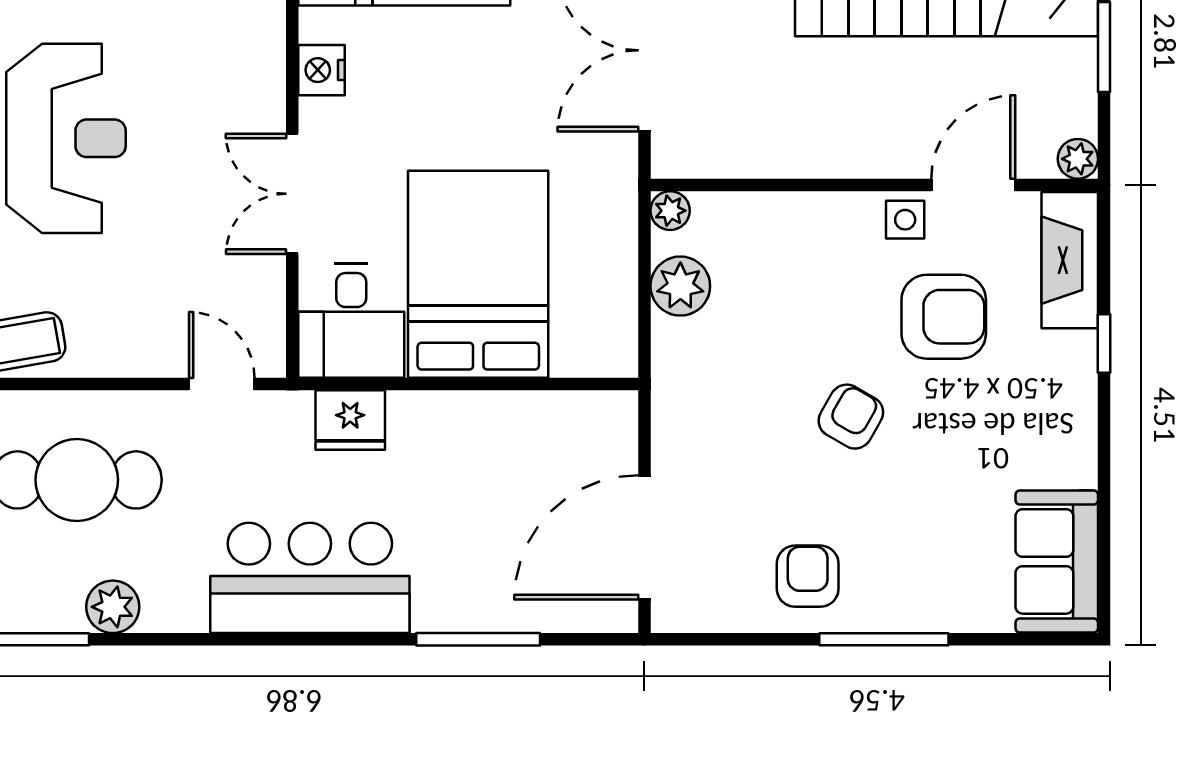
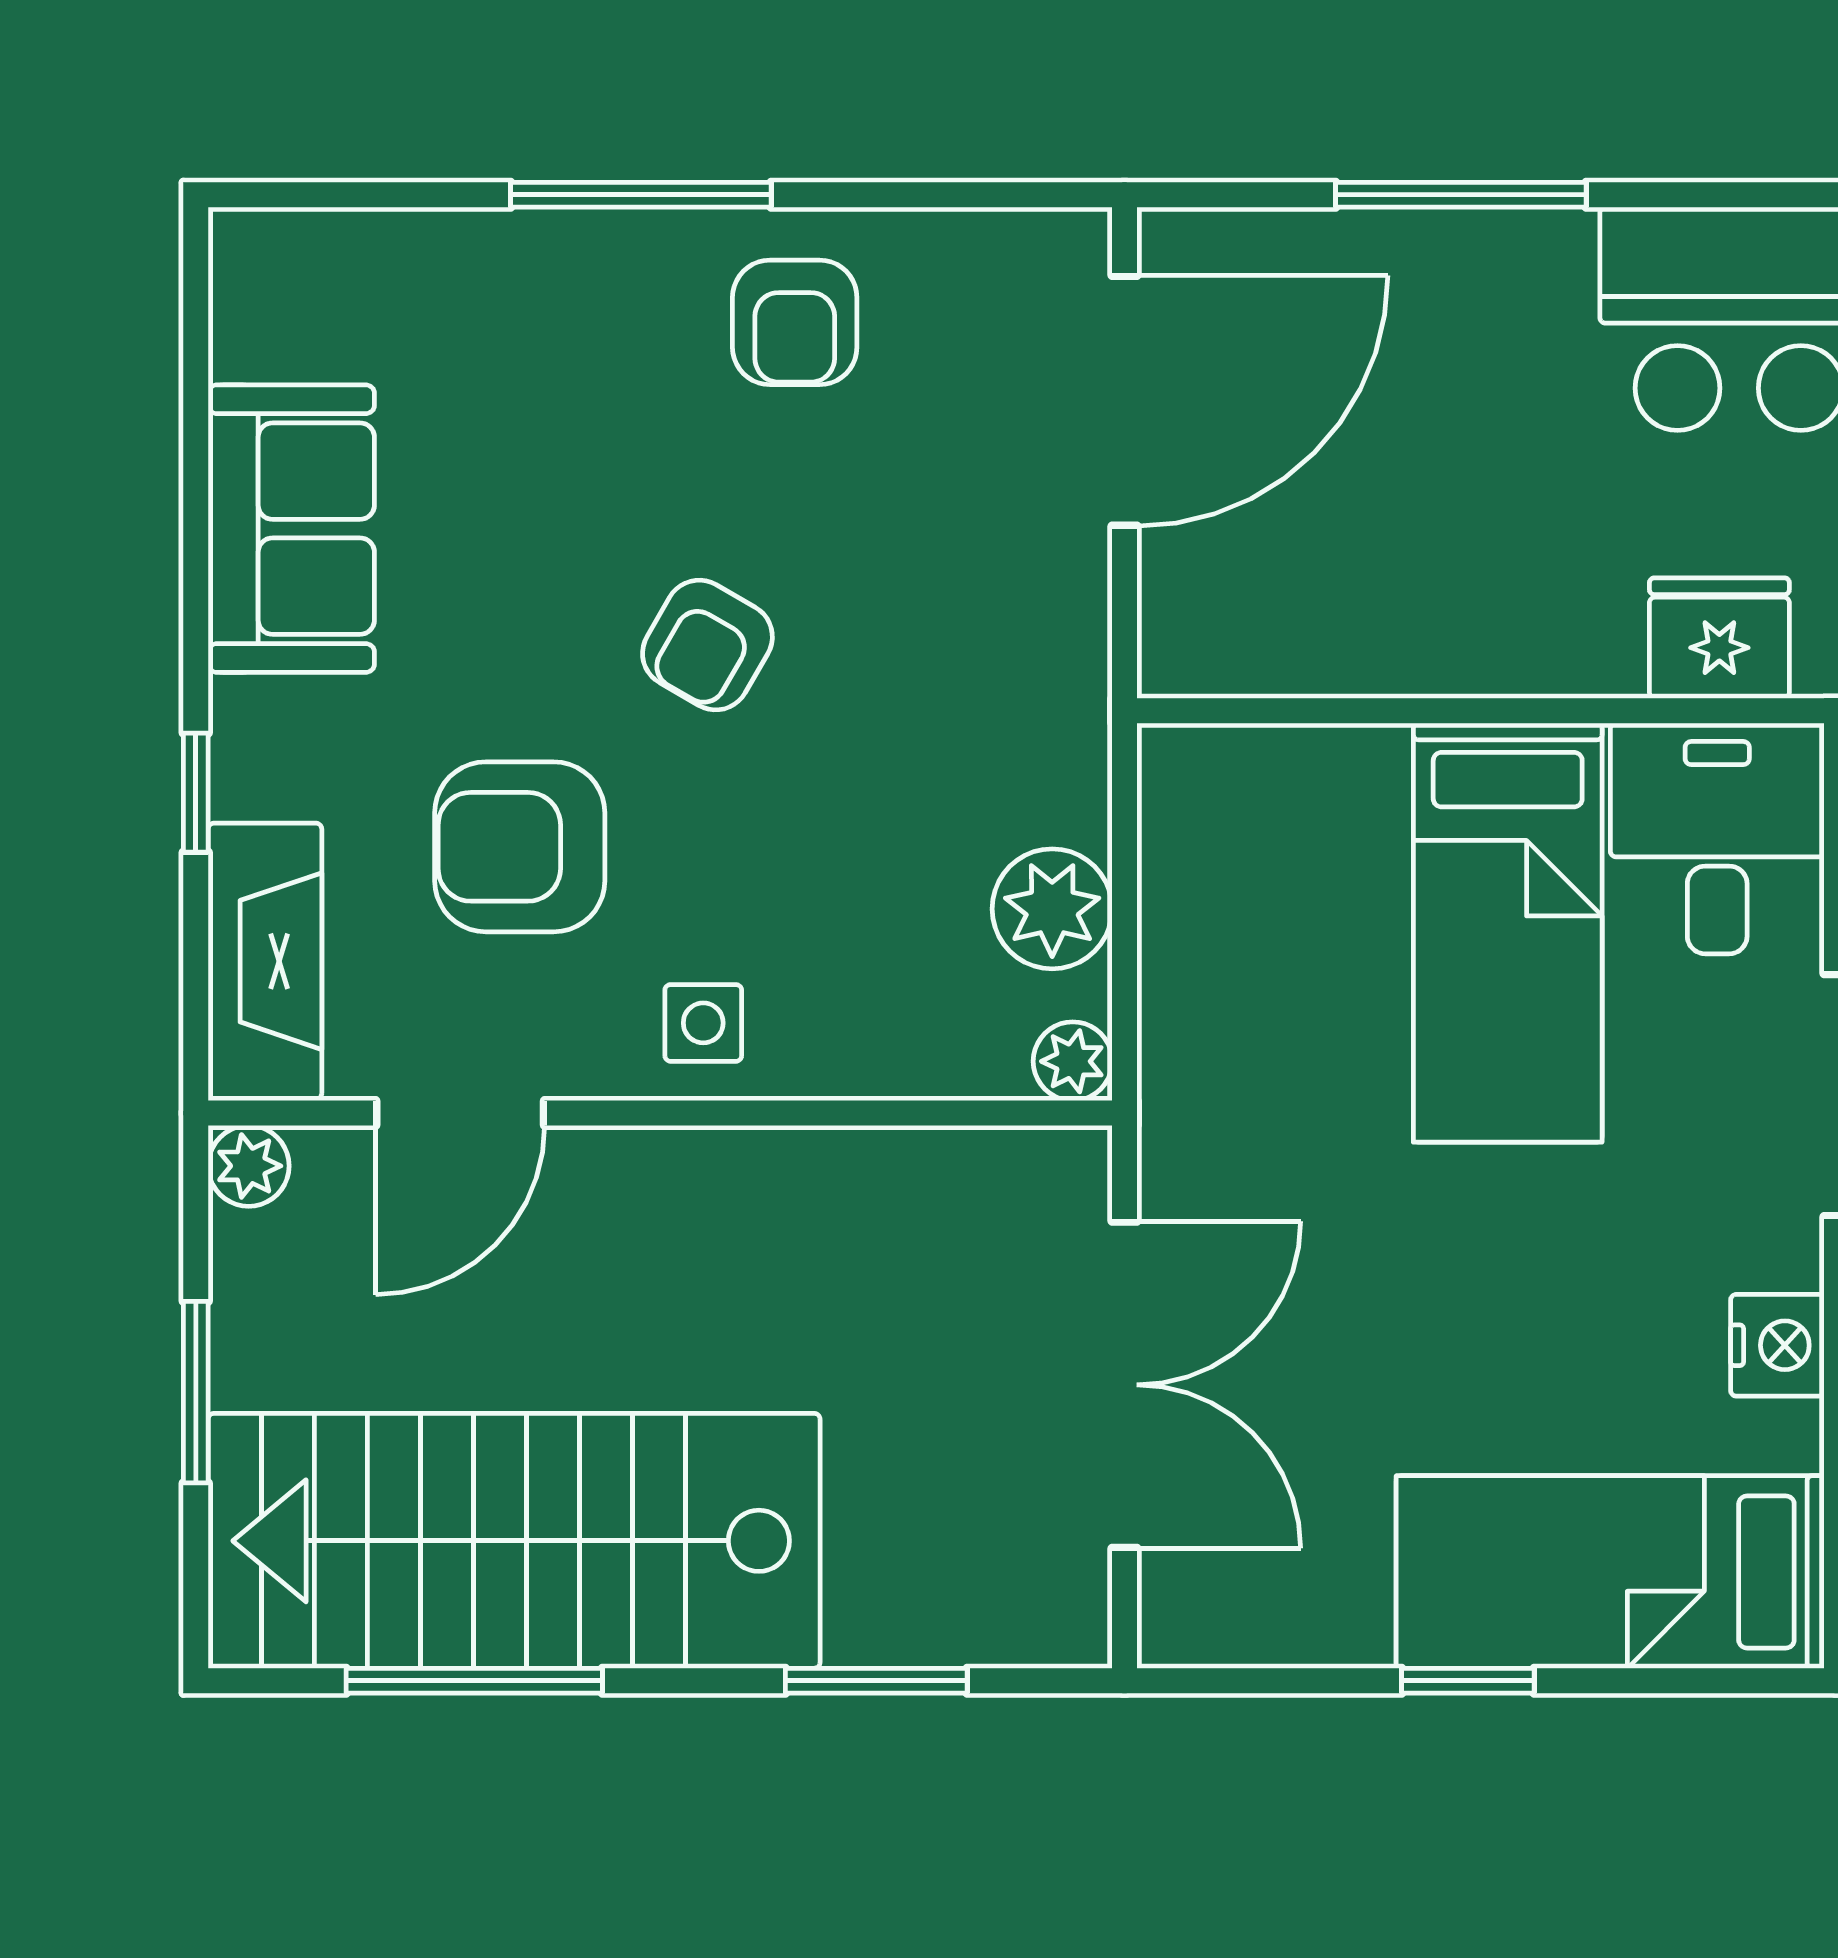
side table: (905, 220) -> (703, 1023), moved
bed: (478, 274) -> (1508, 933), width x0.67
sofa: (1057, 561) -> (291, 529), moved

